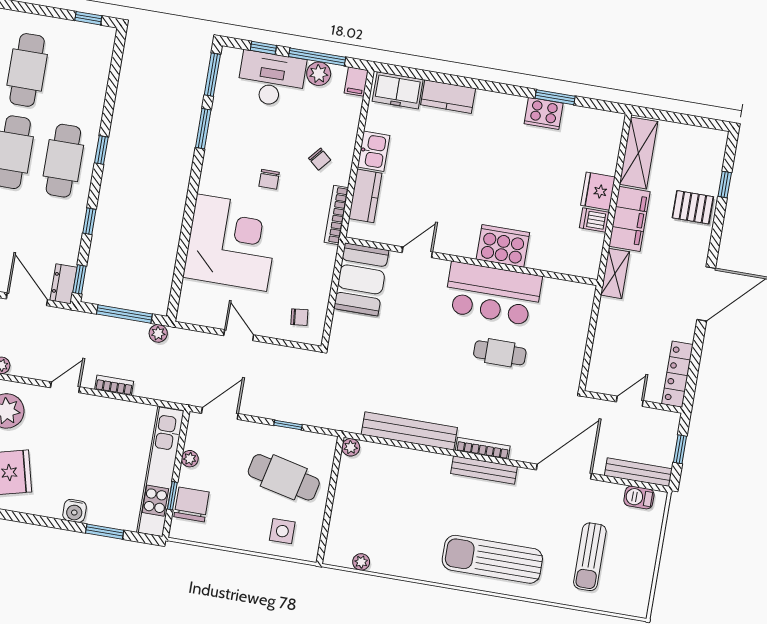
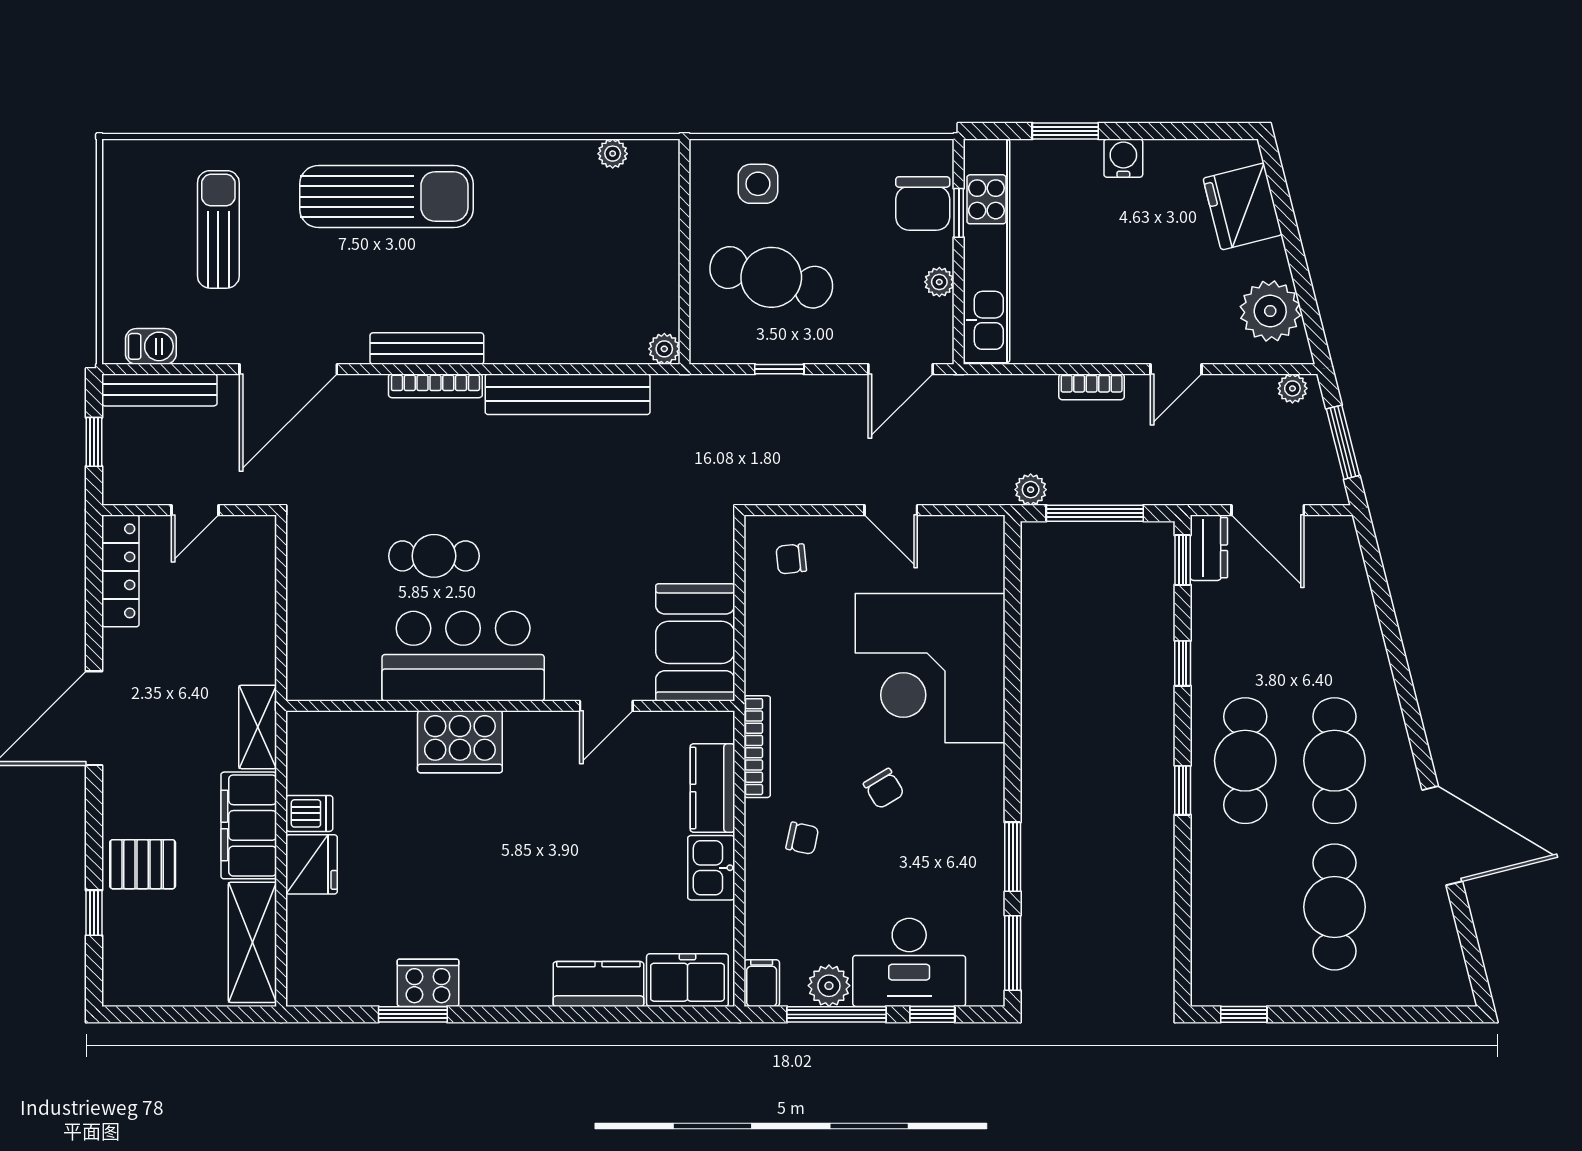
chair: (320, 159) -> (802, 838), turned 152
chair: (269, 179) -> (884, 789), turned 149

